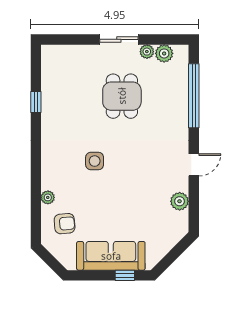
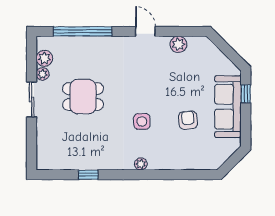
plant: (48, 197) -> (141, 164), moved
armchair: (65, 224) -> (188, 120), moved

